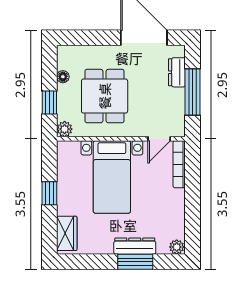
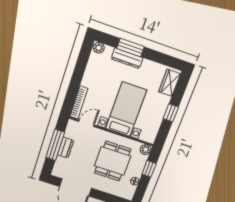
dresser: (177, 72) -> (65, 148), moved

